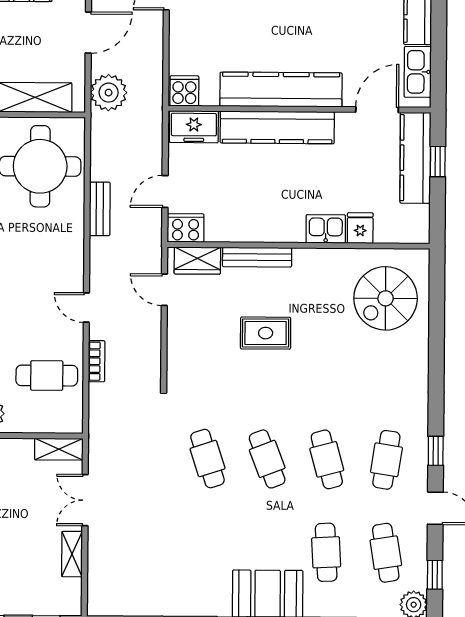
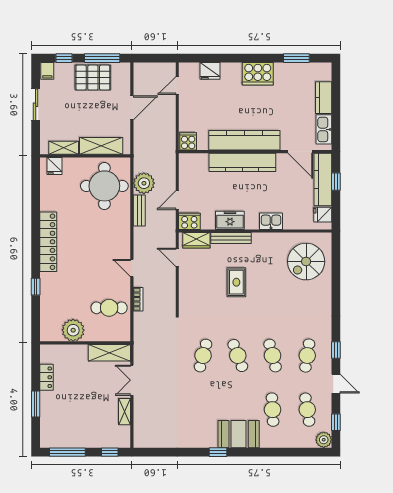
plant: (109, 93) -> (144, 183), moved
door: (377, 110) -> (300, 152), swing flipped
freezer: (194, 127) -> (230, 220), moved, turned 180
fridge: (360, 228) -> (323, 215), moved, turned -90
rug: (266, 333) -> (236, 282), turned 90
shelving: (59, 449) -> (109, 353), width x1.50, depth x1.33
cafe table: (208, 459) -> (203, 356), turned 33

